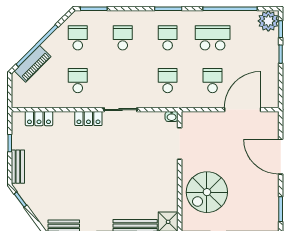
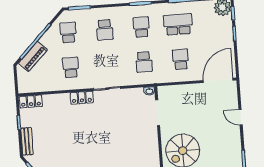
school desk: (123, 38) -> (105, 30), turned 180
school desk: (168, 81) -> (144, 62), turned 180
door: (243, 110) -> (218, 80), moved
locker: (39, 119) -> (31, 101), moved
door: (281, 157) -> (241, 117), width x0.53

